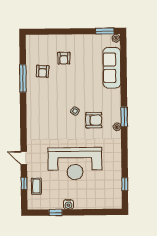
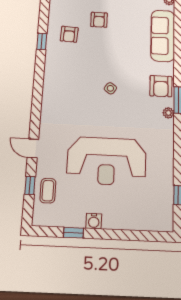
window: (23, 78) -> (42, 41), width x0.46
armchair: (94, 120) -> (161, 86), moved, turned 90

